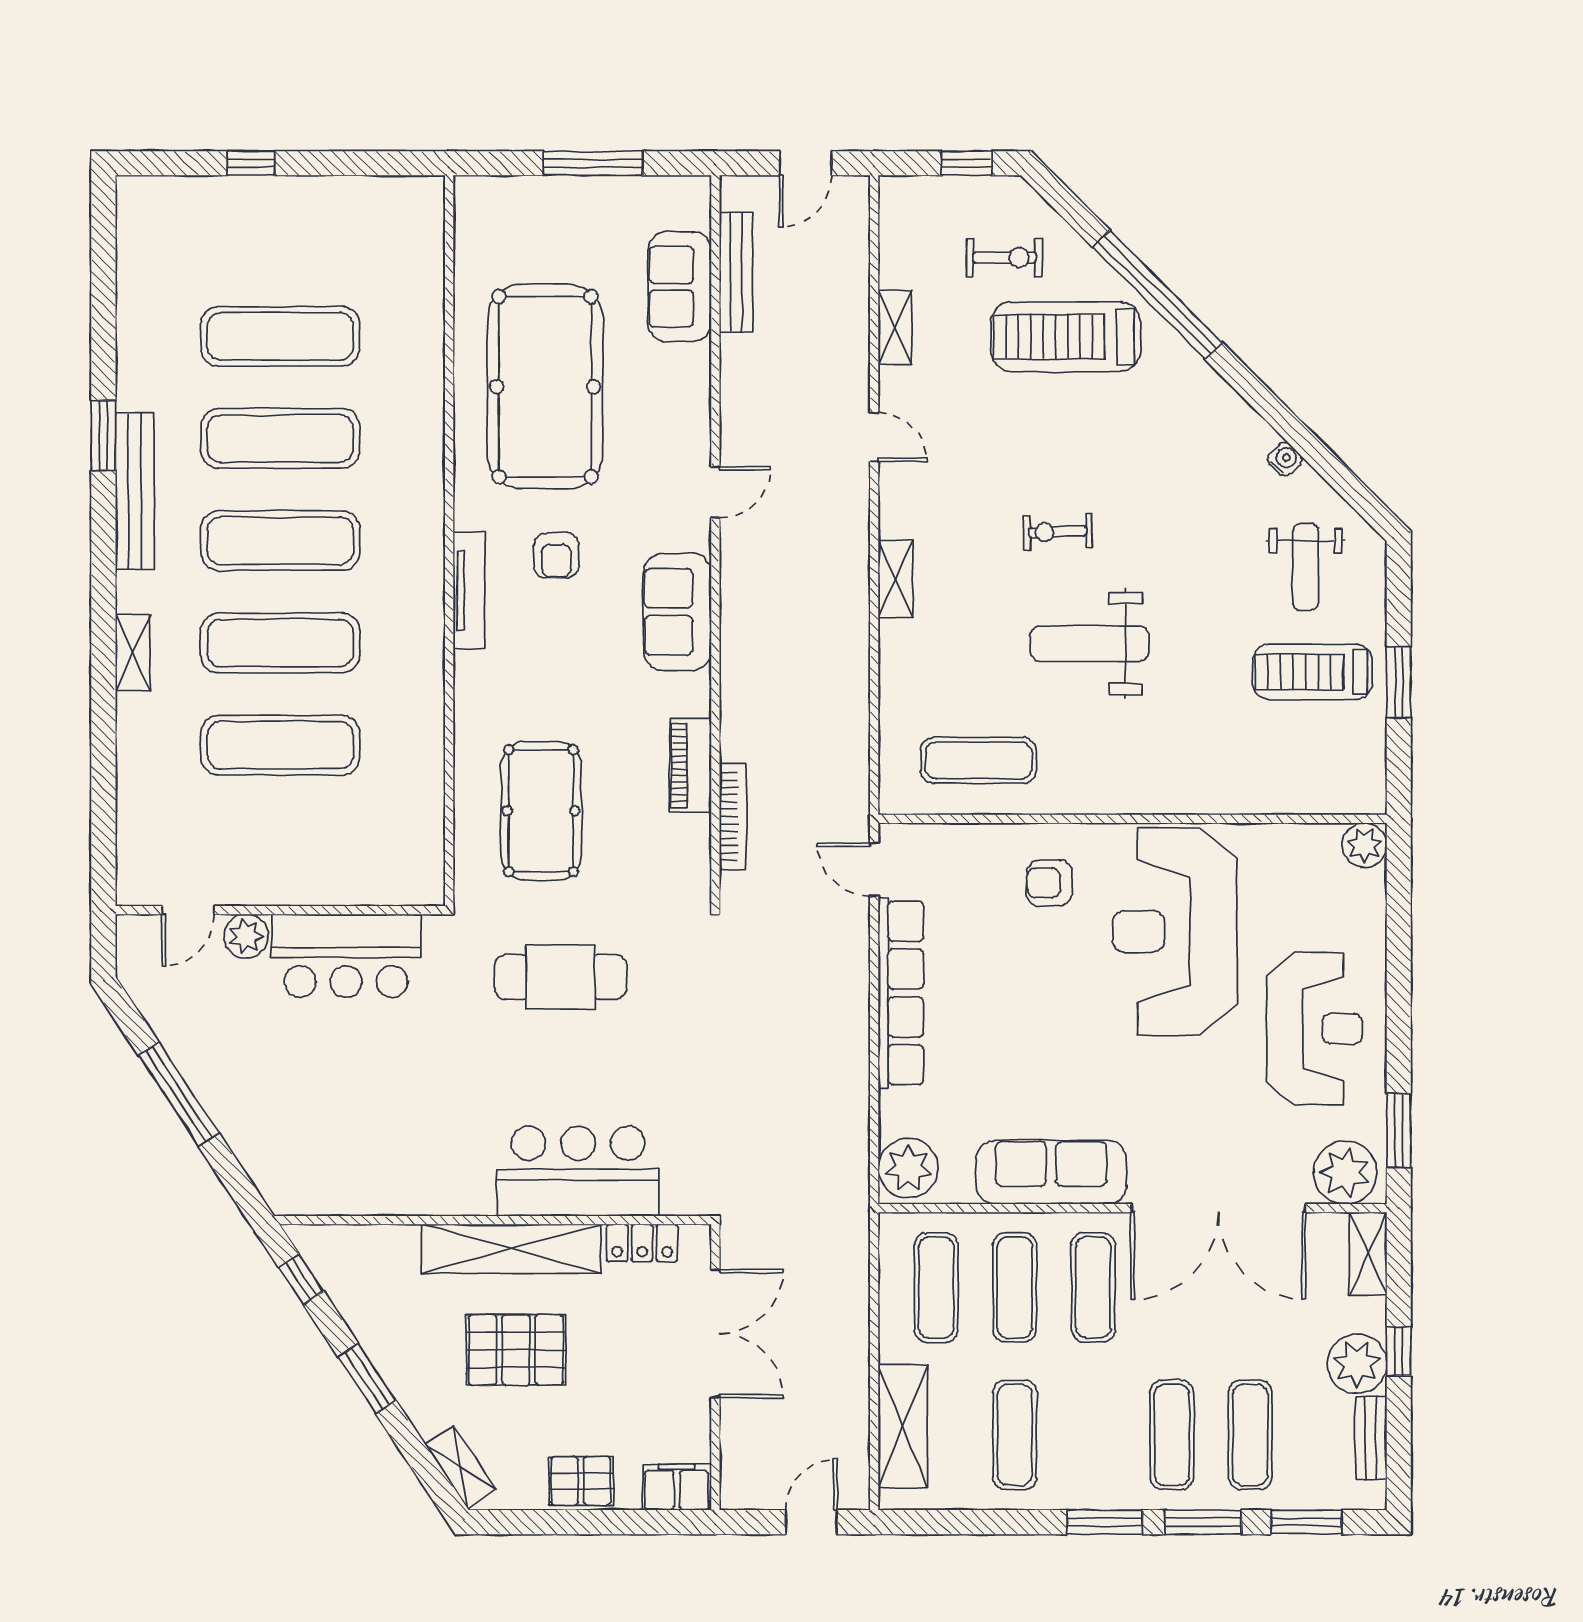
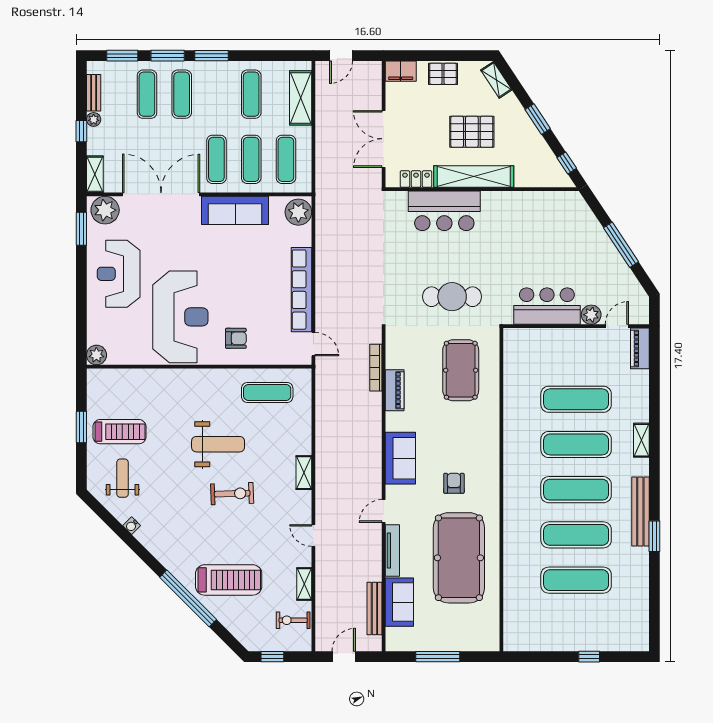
exercise bike: (1005, 258) -> (293, 620), moved
exercise bike: (1058, 532) -> (232, 494), width x1.38, depth x1.39
tv unit: (469, 590) -> (392, 551), moved, turned 180
piano: (136, 860) -> (640, 348), added
plant: (1357, 1364) -> (94, 119), width x0.53, depth x0.53

